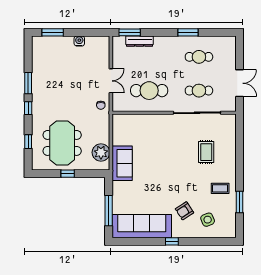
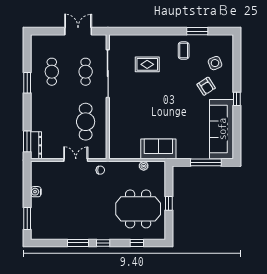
dresser: (140, 41) -> (36, 145), moved
plant: (101, 152) -> (144, 166), width x0.53, depth x0.53

